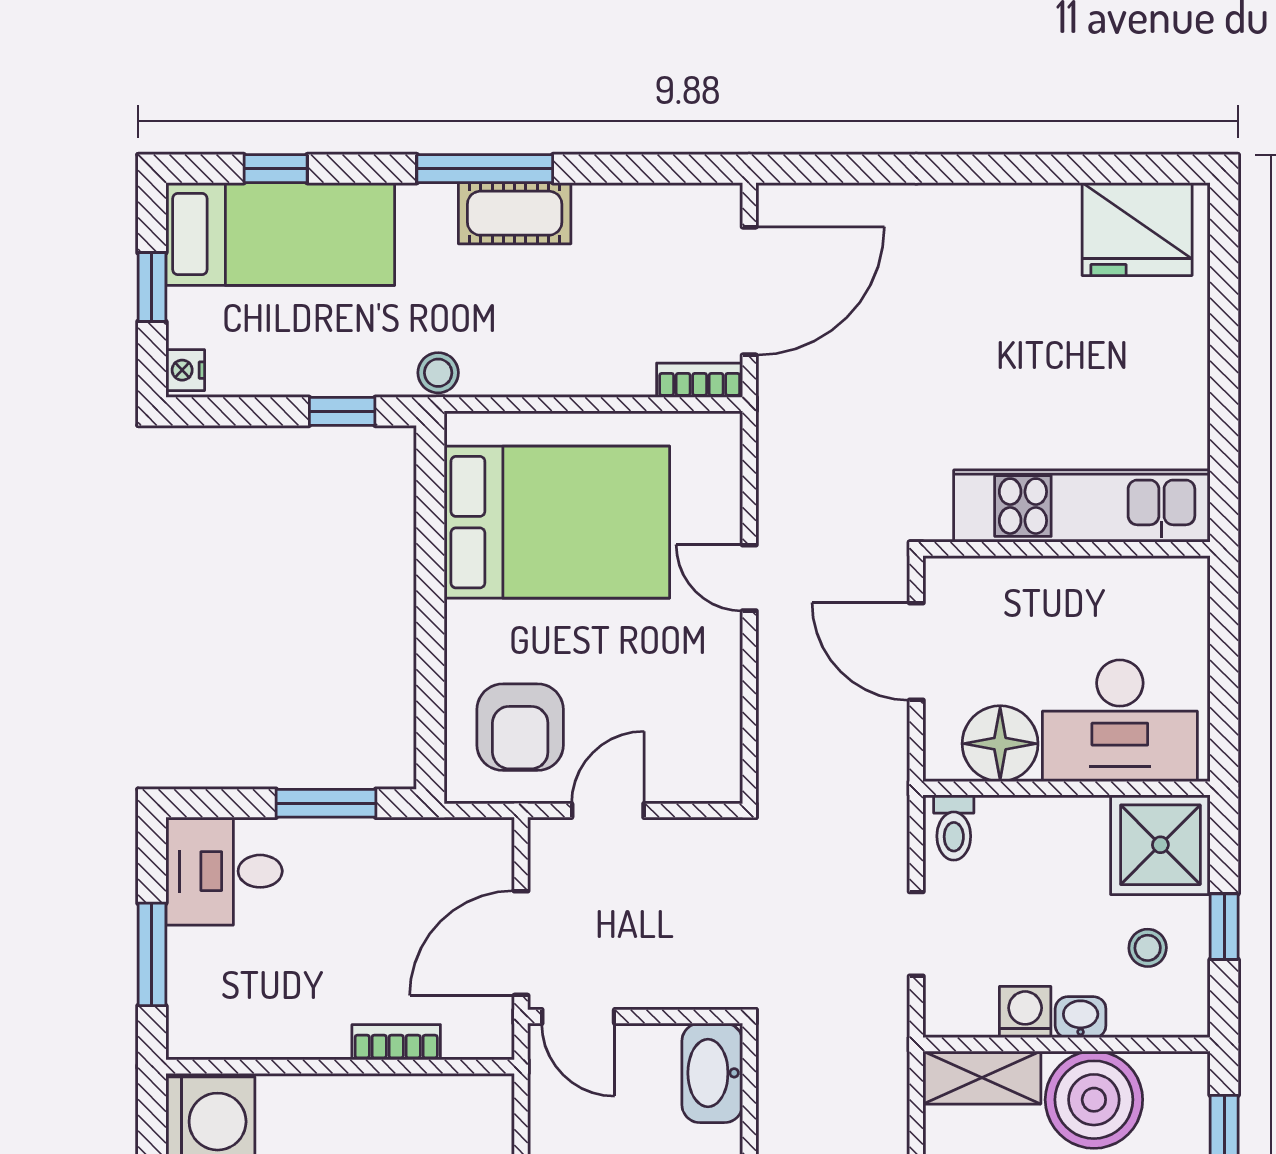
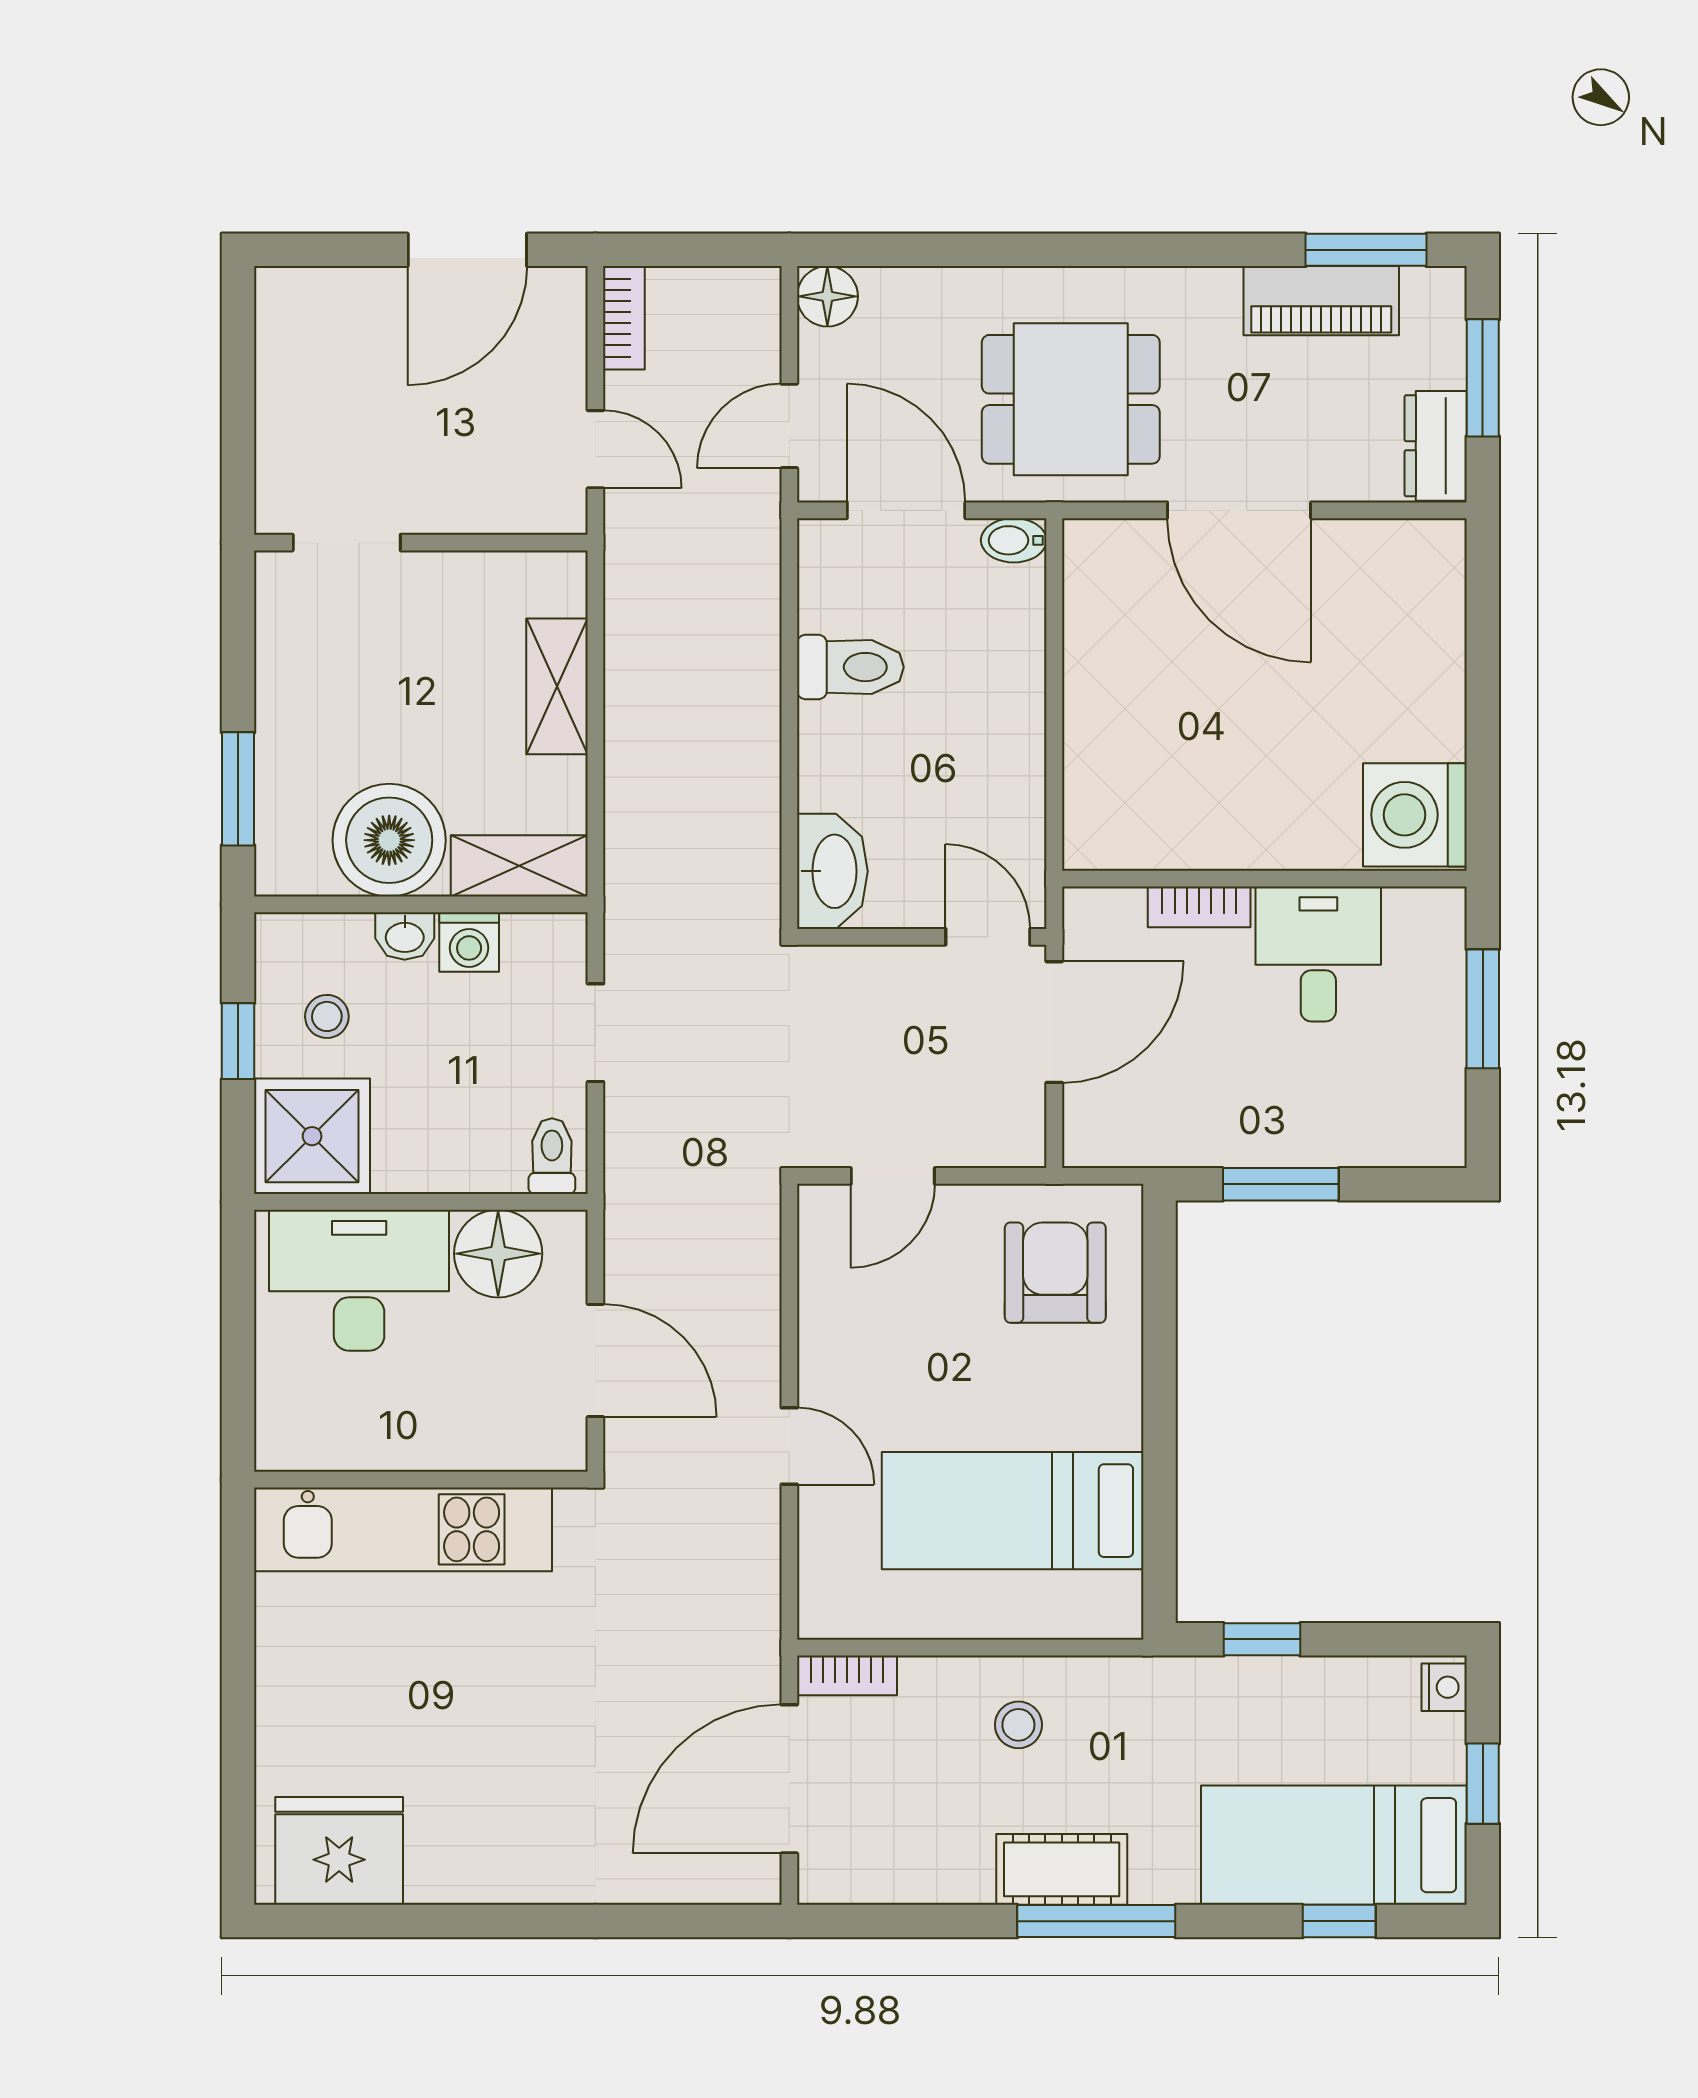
stool: (438, 373) -> (1018, 1725), moved
bed: (557, 522) -> (1013, 1511), width x0.67
door: (608, 811) -> (893, 1176), moved
desk: (224, 871) -> (1318, 954), moved, turned -90

